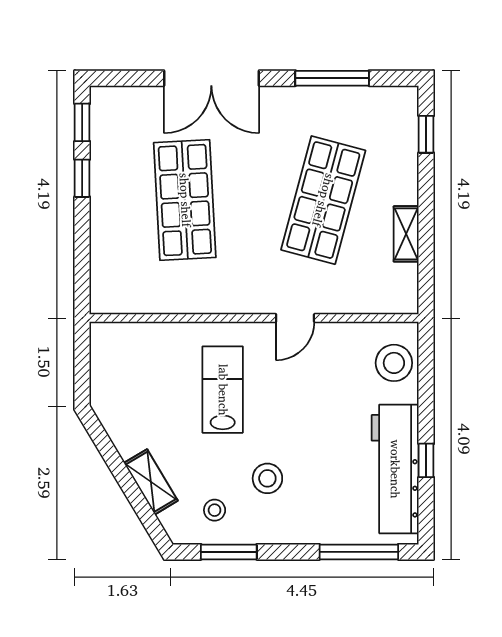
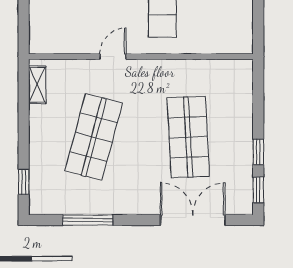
double door: (211, 78) -> (193, 220), moved
shelving: (406, 234) -> (37, 85), moved
stool: (394, 363) -> (46, 26), removed

